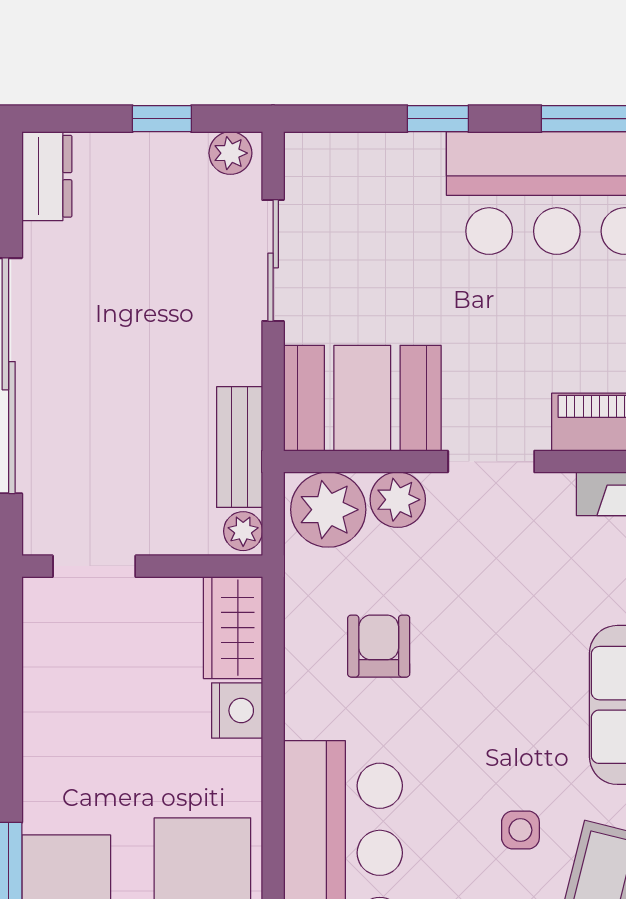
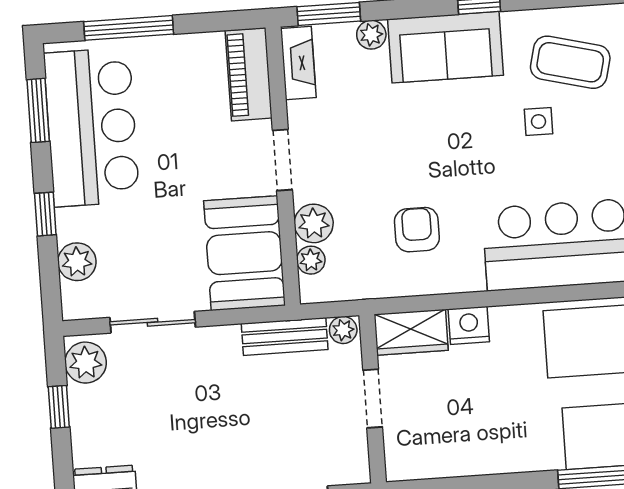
plant: (230, 153) -> (86, 363), width x1.38, depth x1.38
plant: (367, 159) -> (77, 262), added
plant: (328, 510) -> (311, 260), width x0.53, depth x0.53
doorway: (94, 566) -> (373, 399), moved
armchair: (379, 646) -> (417, 230), turned 90

